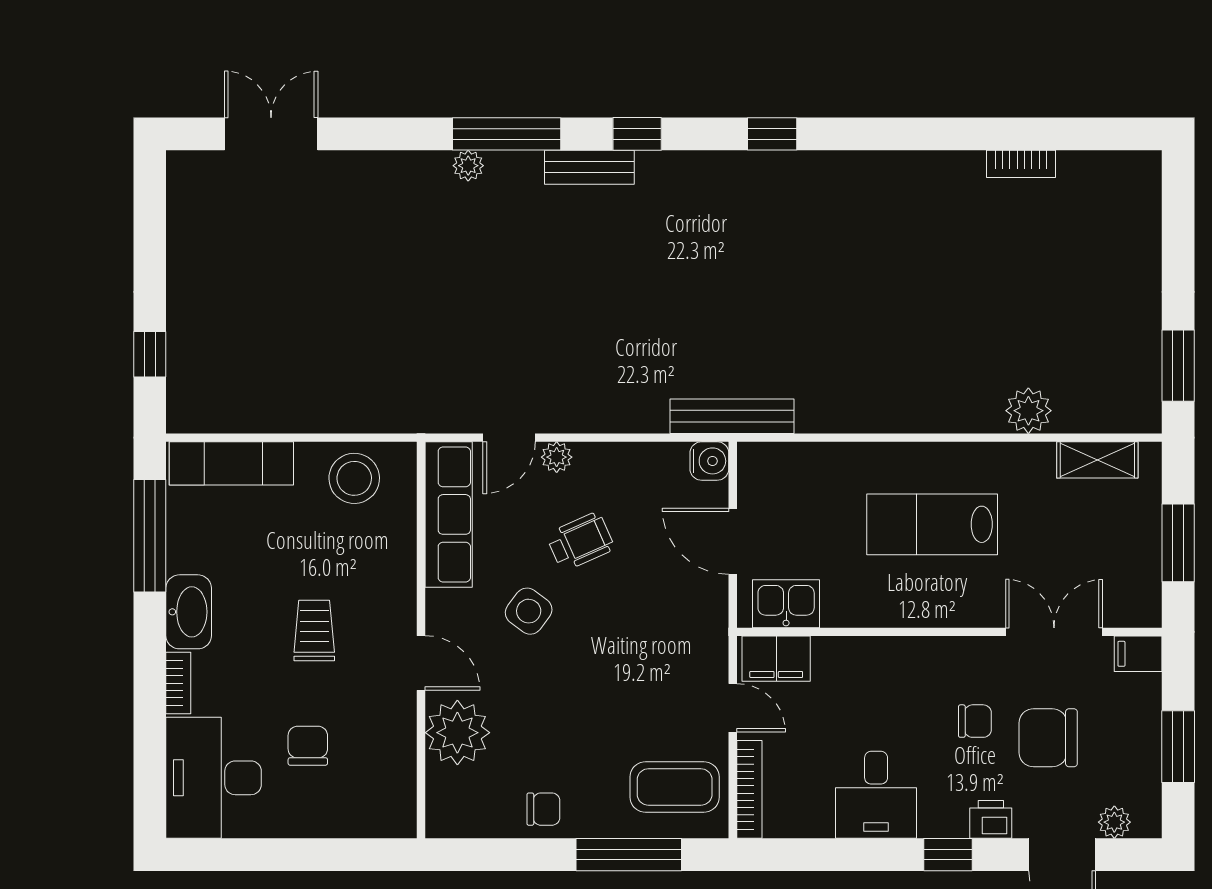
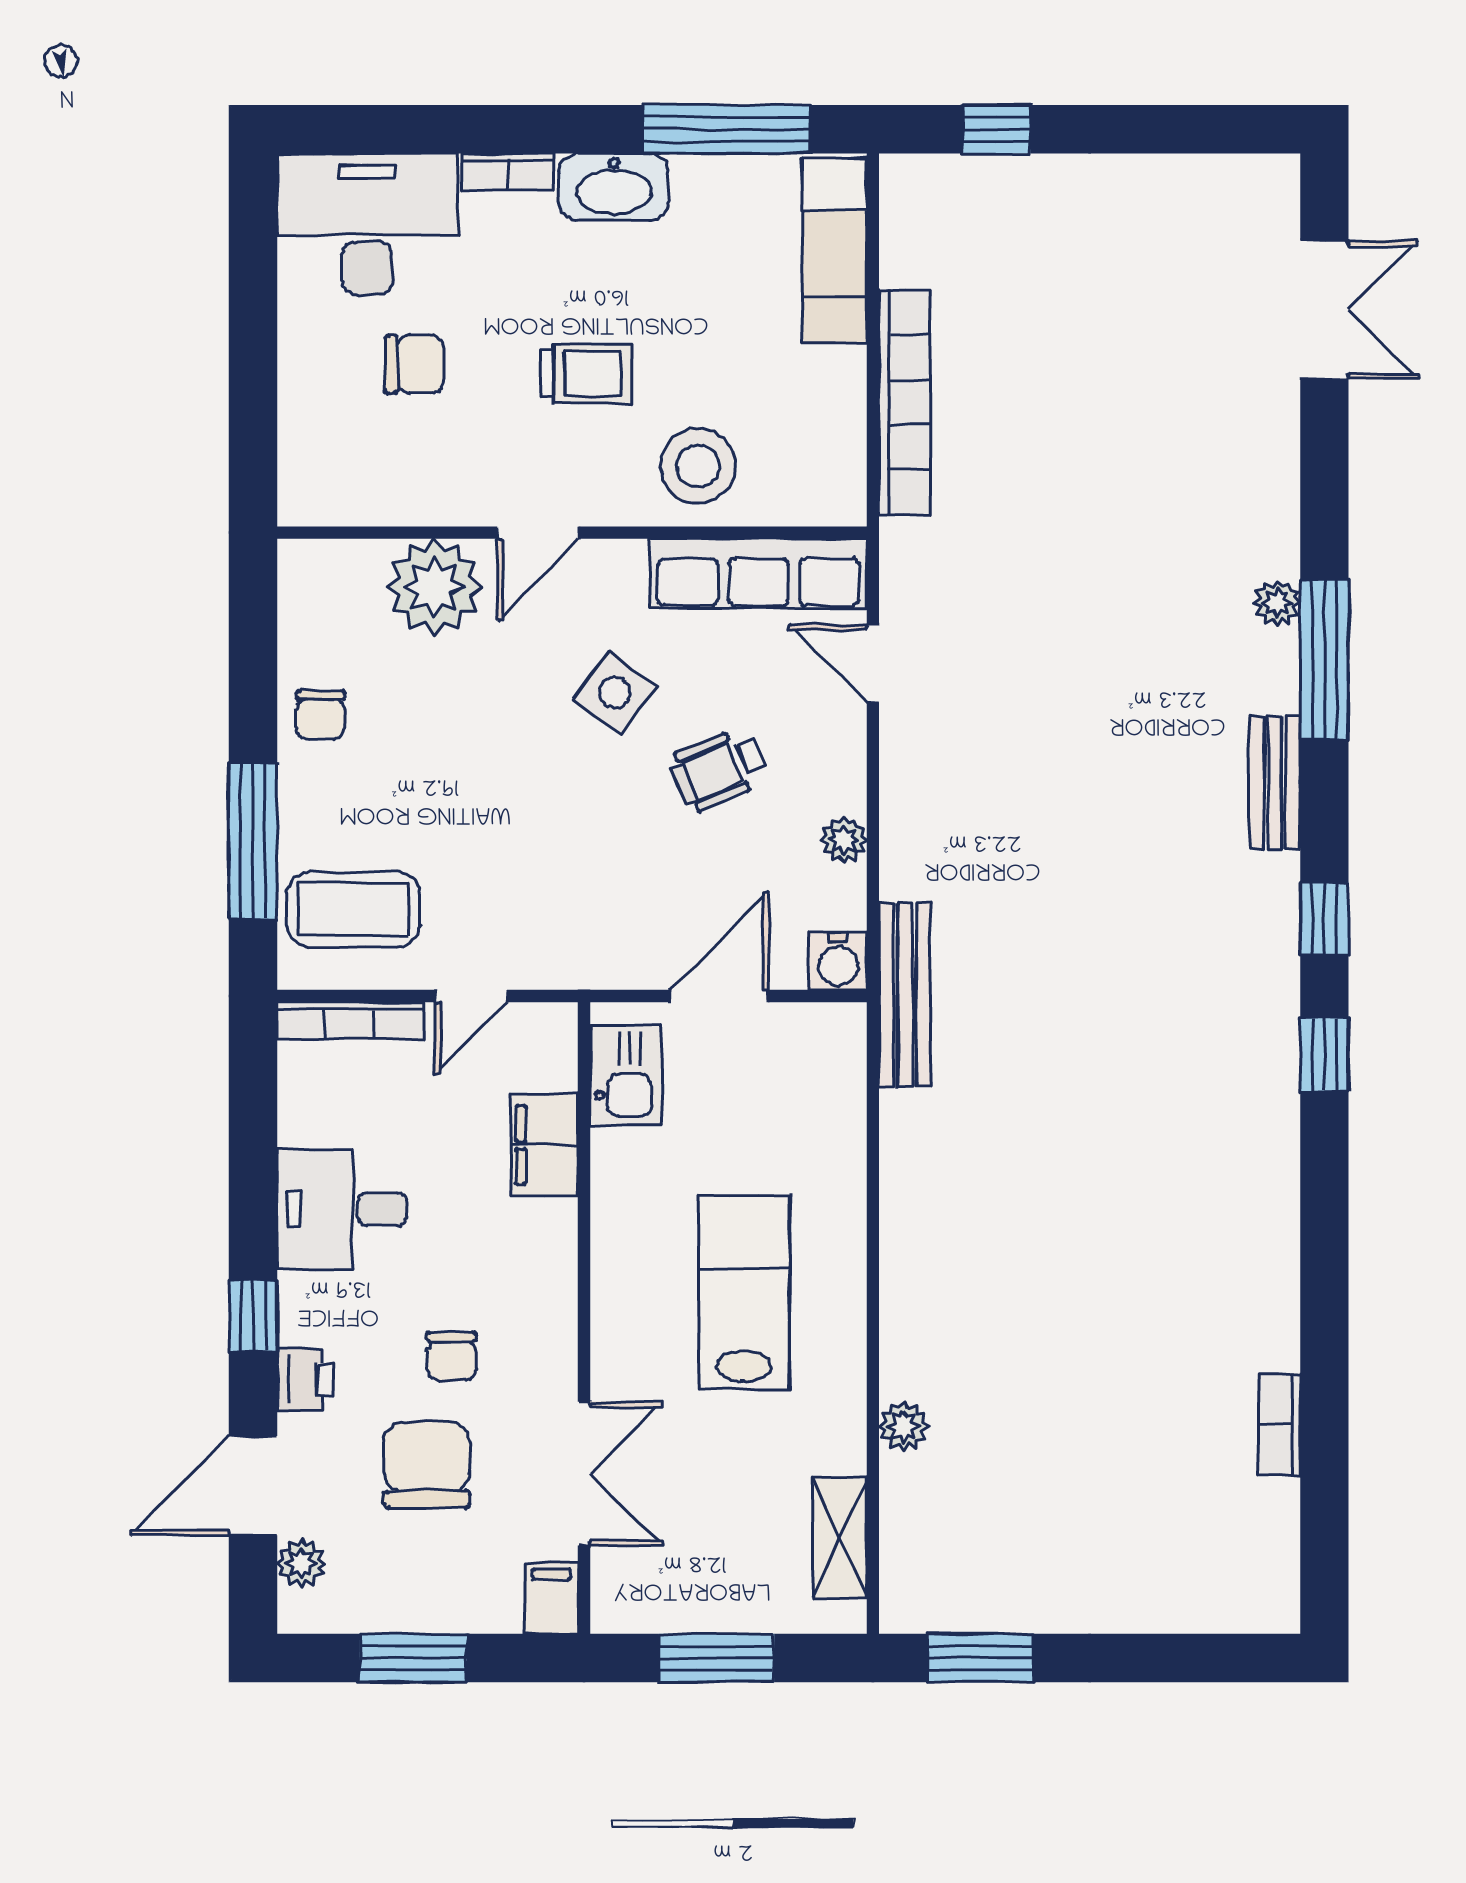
window: (637, 134) -> (1324, 919), moved
plant: (1028, 411) -> (904, 1426), width x0.73, depth x0.73
bookcase: (333, 416) -> (904, 402), added
plant: (557, 457) -> (844, 840), moved
stool: (354, 478) -> (698, 466), moved
wheelchair: (580, 541) -> (718, 769), turned 91
filing cabinet: (776, 659) -> (544, 1145), moved
coffee table: (675, 787) -> (353, 910), turned 90

